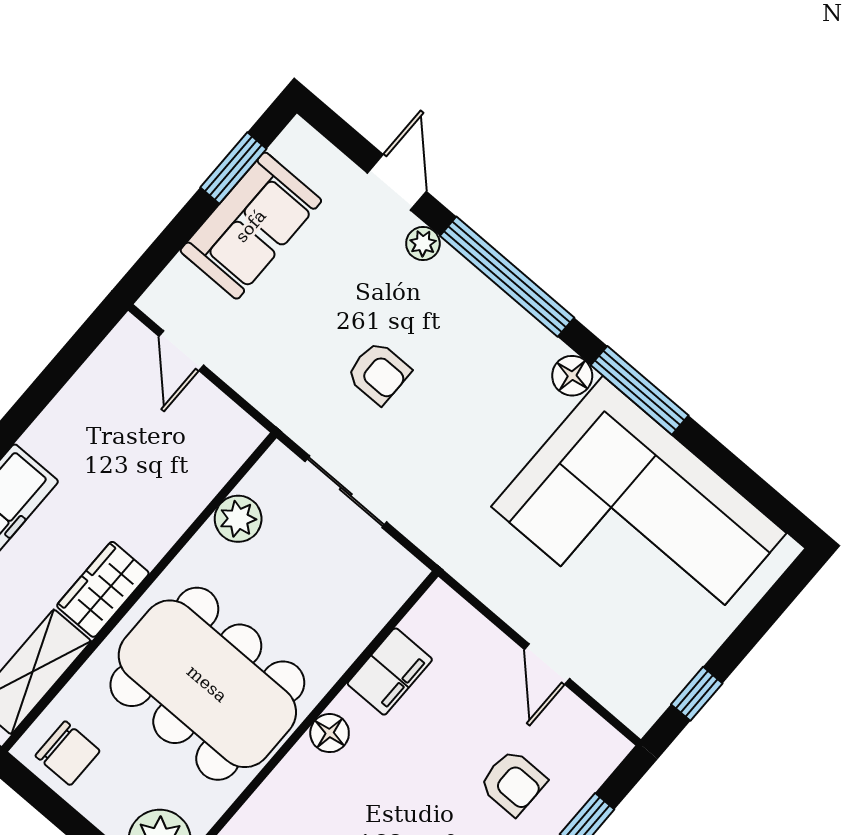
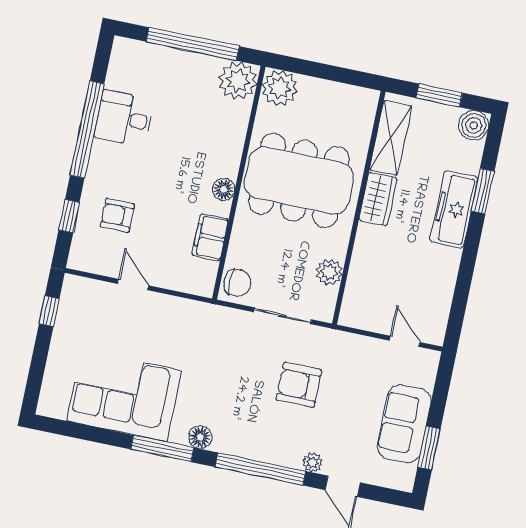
armchair: (379, 373) -> (299, 385), width x1.38, depth x1.38
corner sofa: (639, 520) -> (124, 396), width x0.73, depth x0.74
chair: (68, 753) -> (237, 283), moved, turned 180

